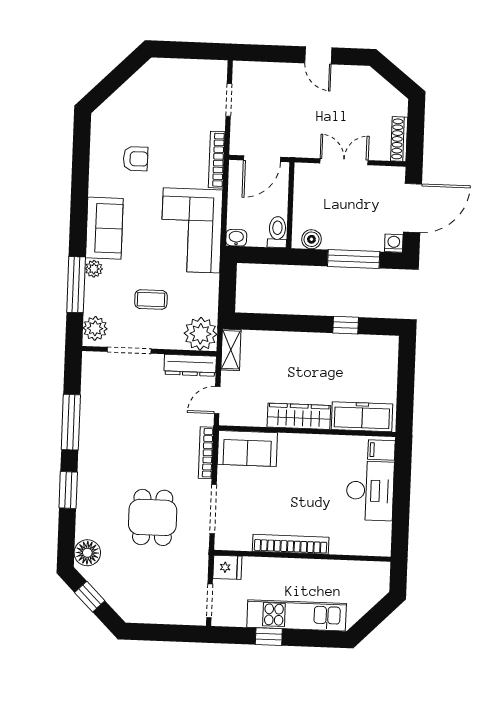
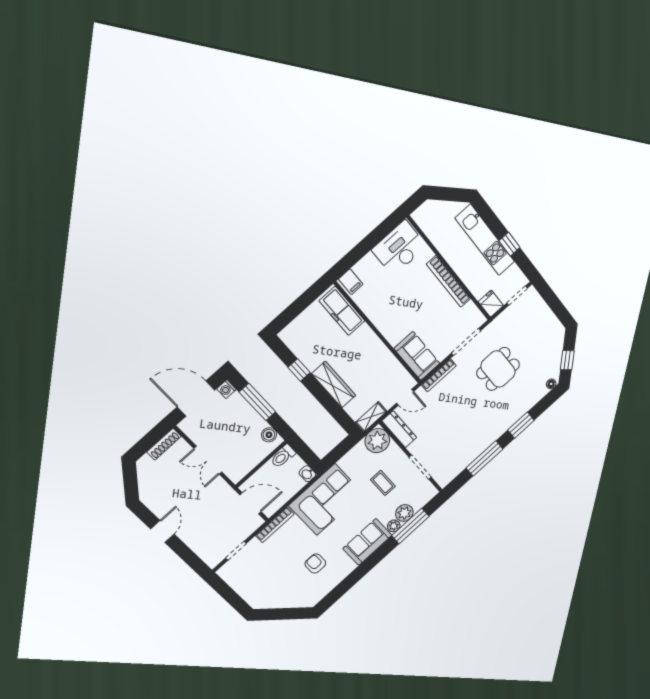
plant: (95, 328) -> (404, 513), moved
wardrobe: (299, 416) -> (334, 385), moved, turned 180
desk: (370, 491) -> (399, 248), moved
floor lamp: (87, 553) -> (551, 384), width x0.53, depth x0.53

